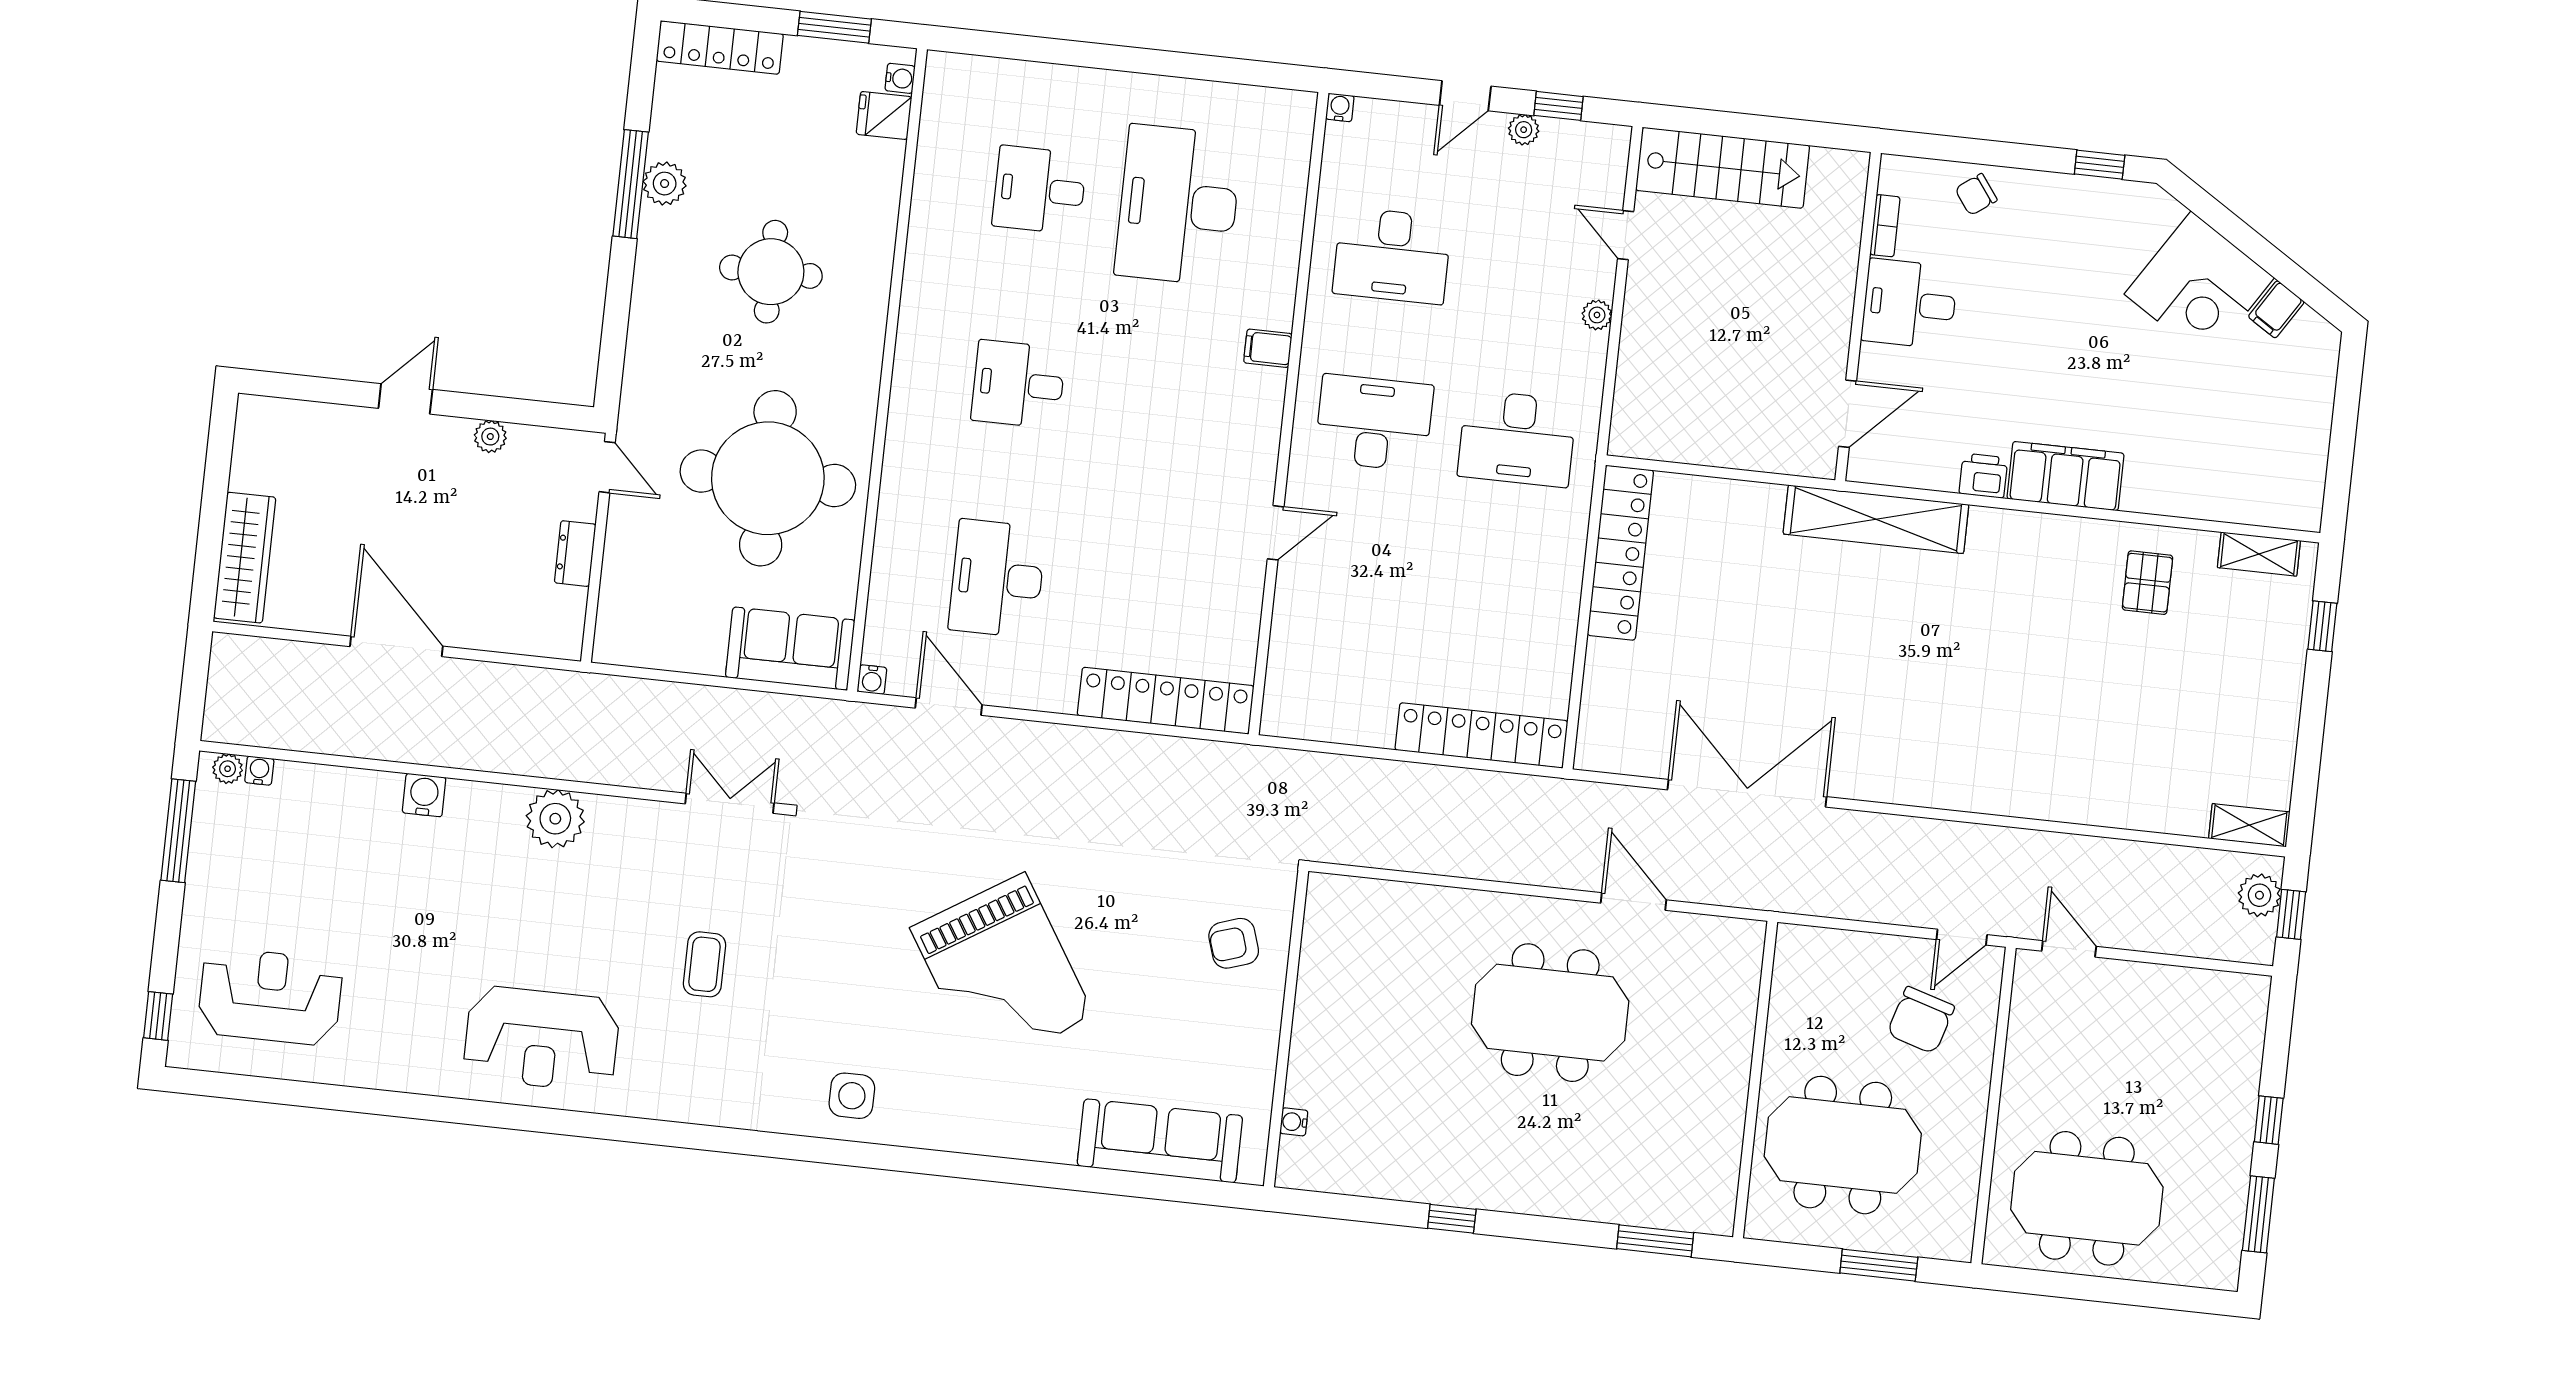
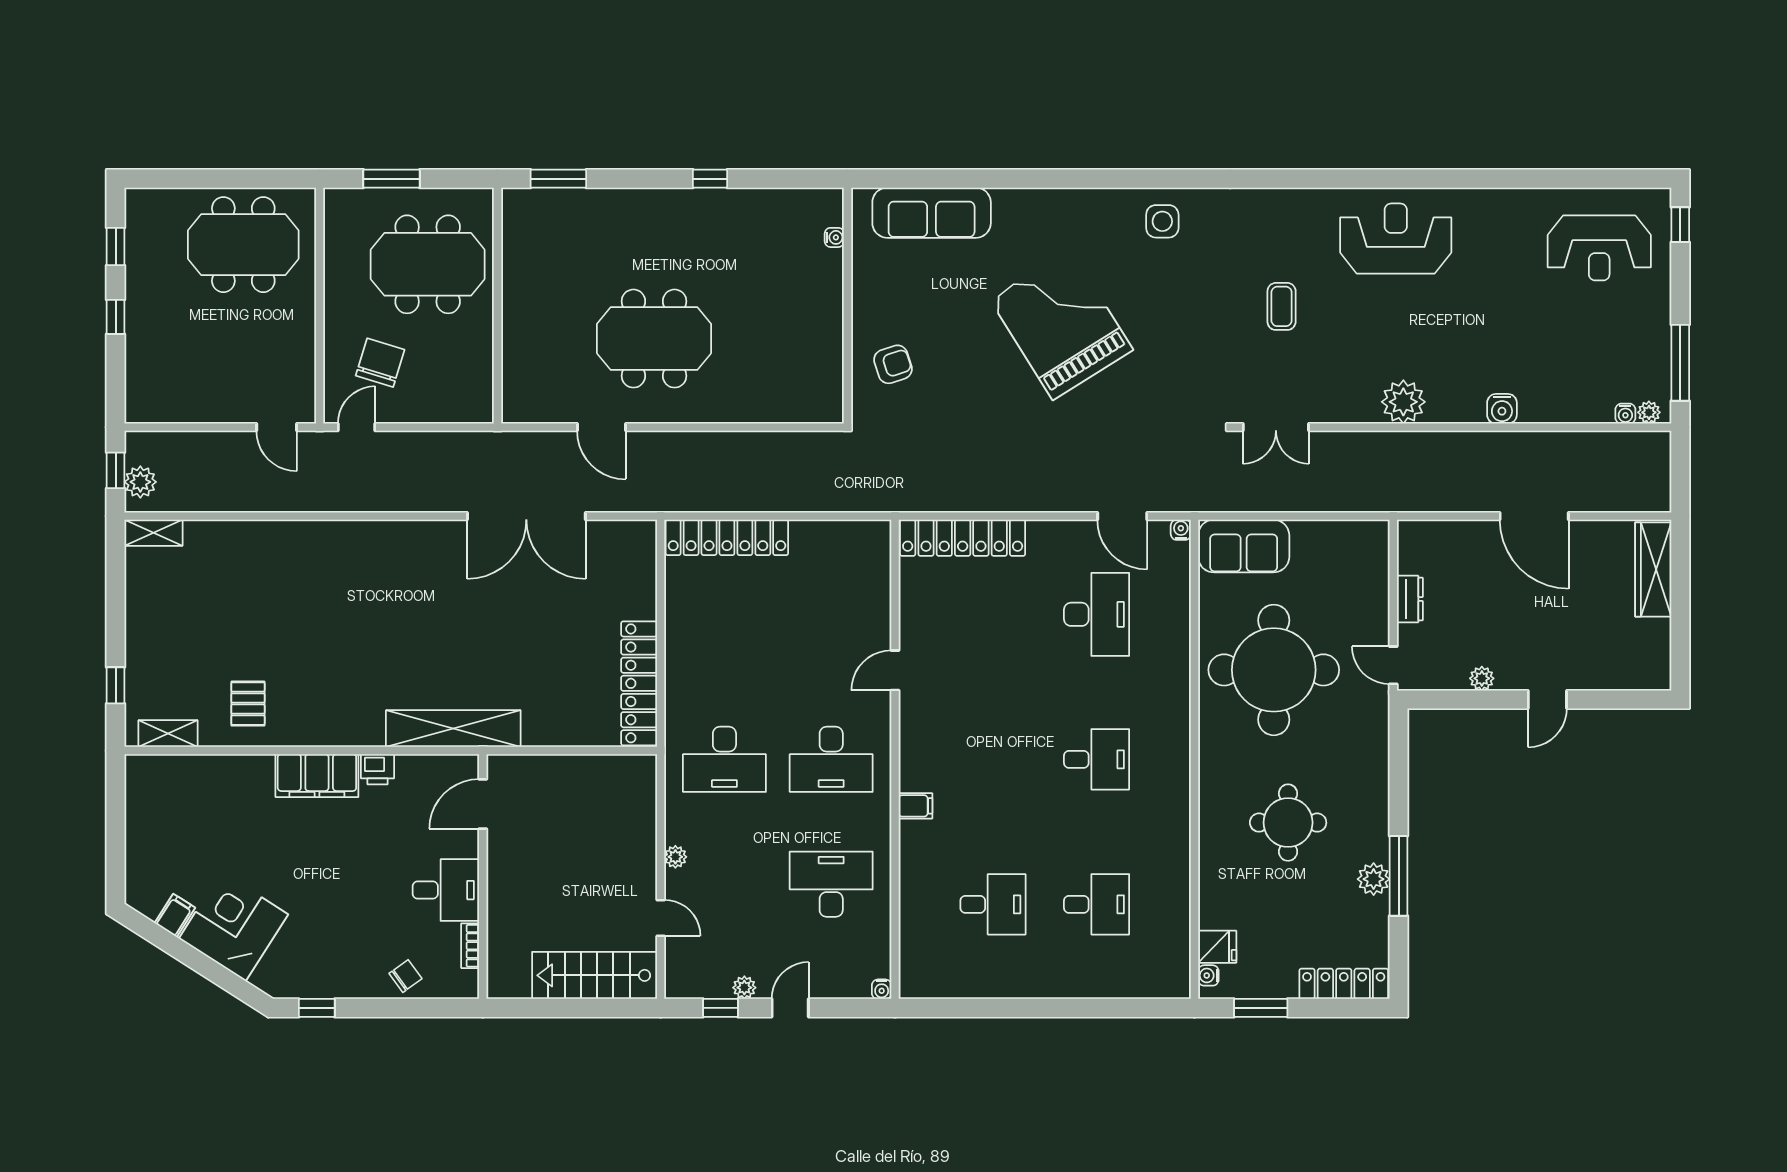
desk: (1178, 205) -> (993, 904), width x0.53, depth x0.77
desk: (1517, 438) -> (724, 759), turned 180
window: (2258, 1214) -> (116, 247), width x0.67

